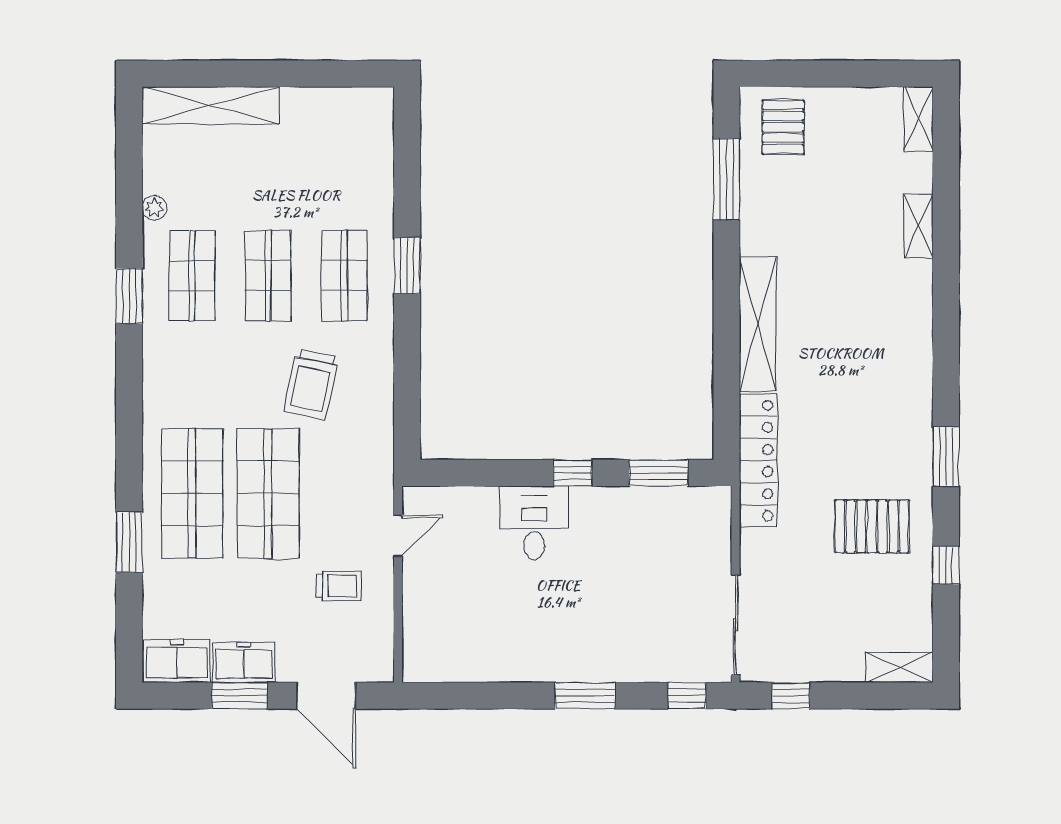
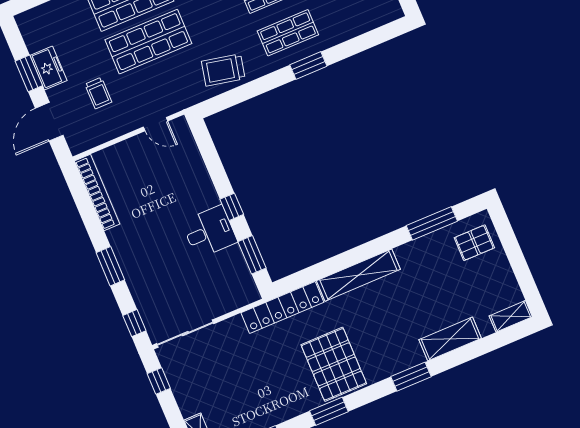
shelving: (919, 226) -> (450, 339), width x1.50, depth x1.33
window: (946, 309) -> (411, 377), added
trolley: (311, 384) -> (223, 70), moved
desk: (534, 523) -> (209, 232), moved
pallet: (872, 526) -> (334, 364), moved, width x1.37, depth x1.41
trolley: (339, 586) -> (98, 93), moved
freezer: (177, 661) -> (33, 30), removed
bookcase: (465, 668) -> (97, 193), added

